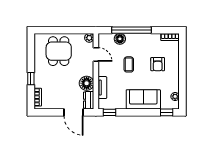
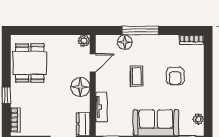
window: (132, 30) -> (140, 31), width x0.68
dining table: (59, 51) -> (30, 63), moved
door: (96, 54) -> (93, 63), hinge flipped
floor lamp: (87, 83) -> (80, 87), moved

